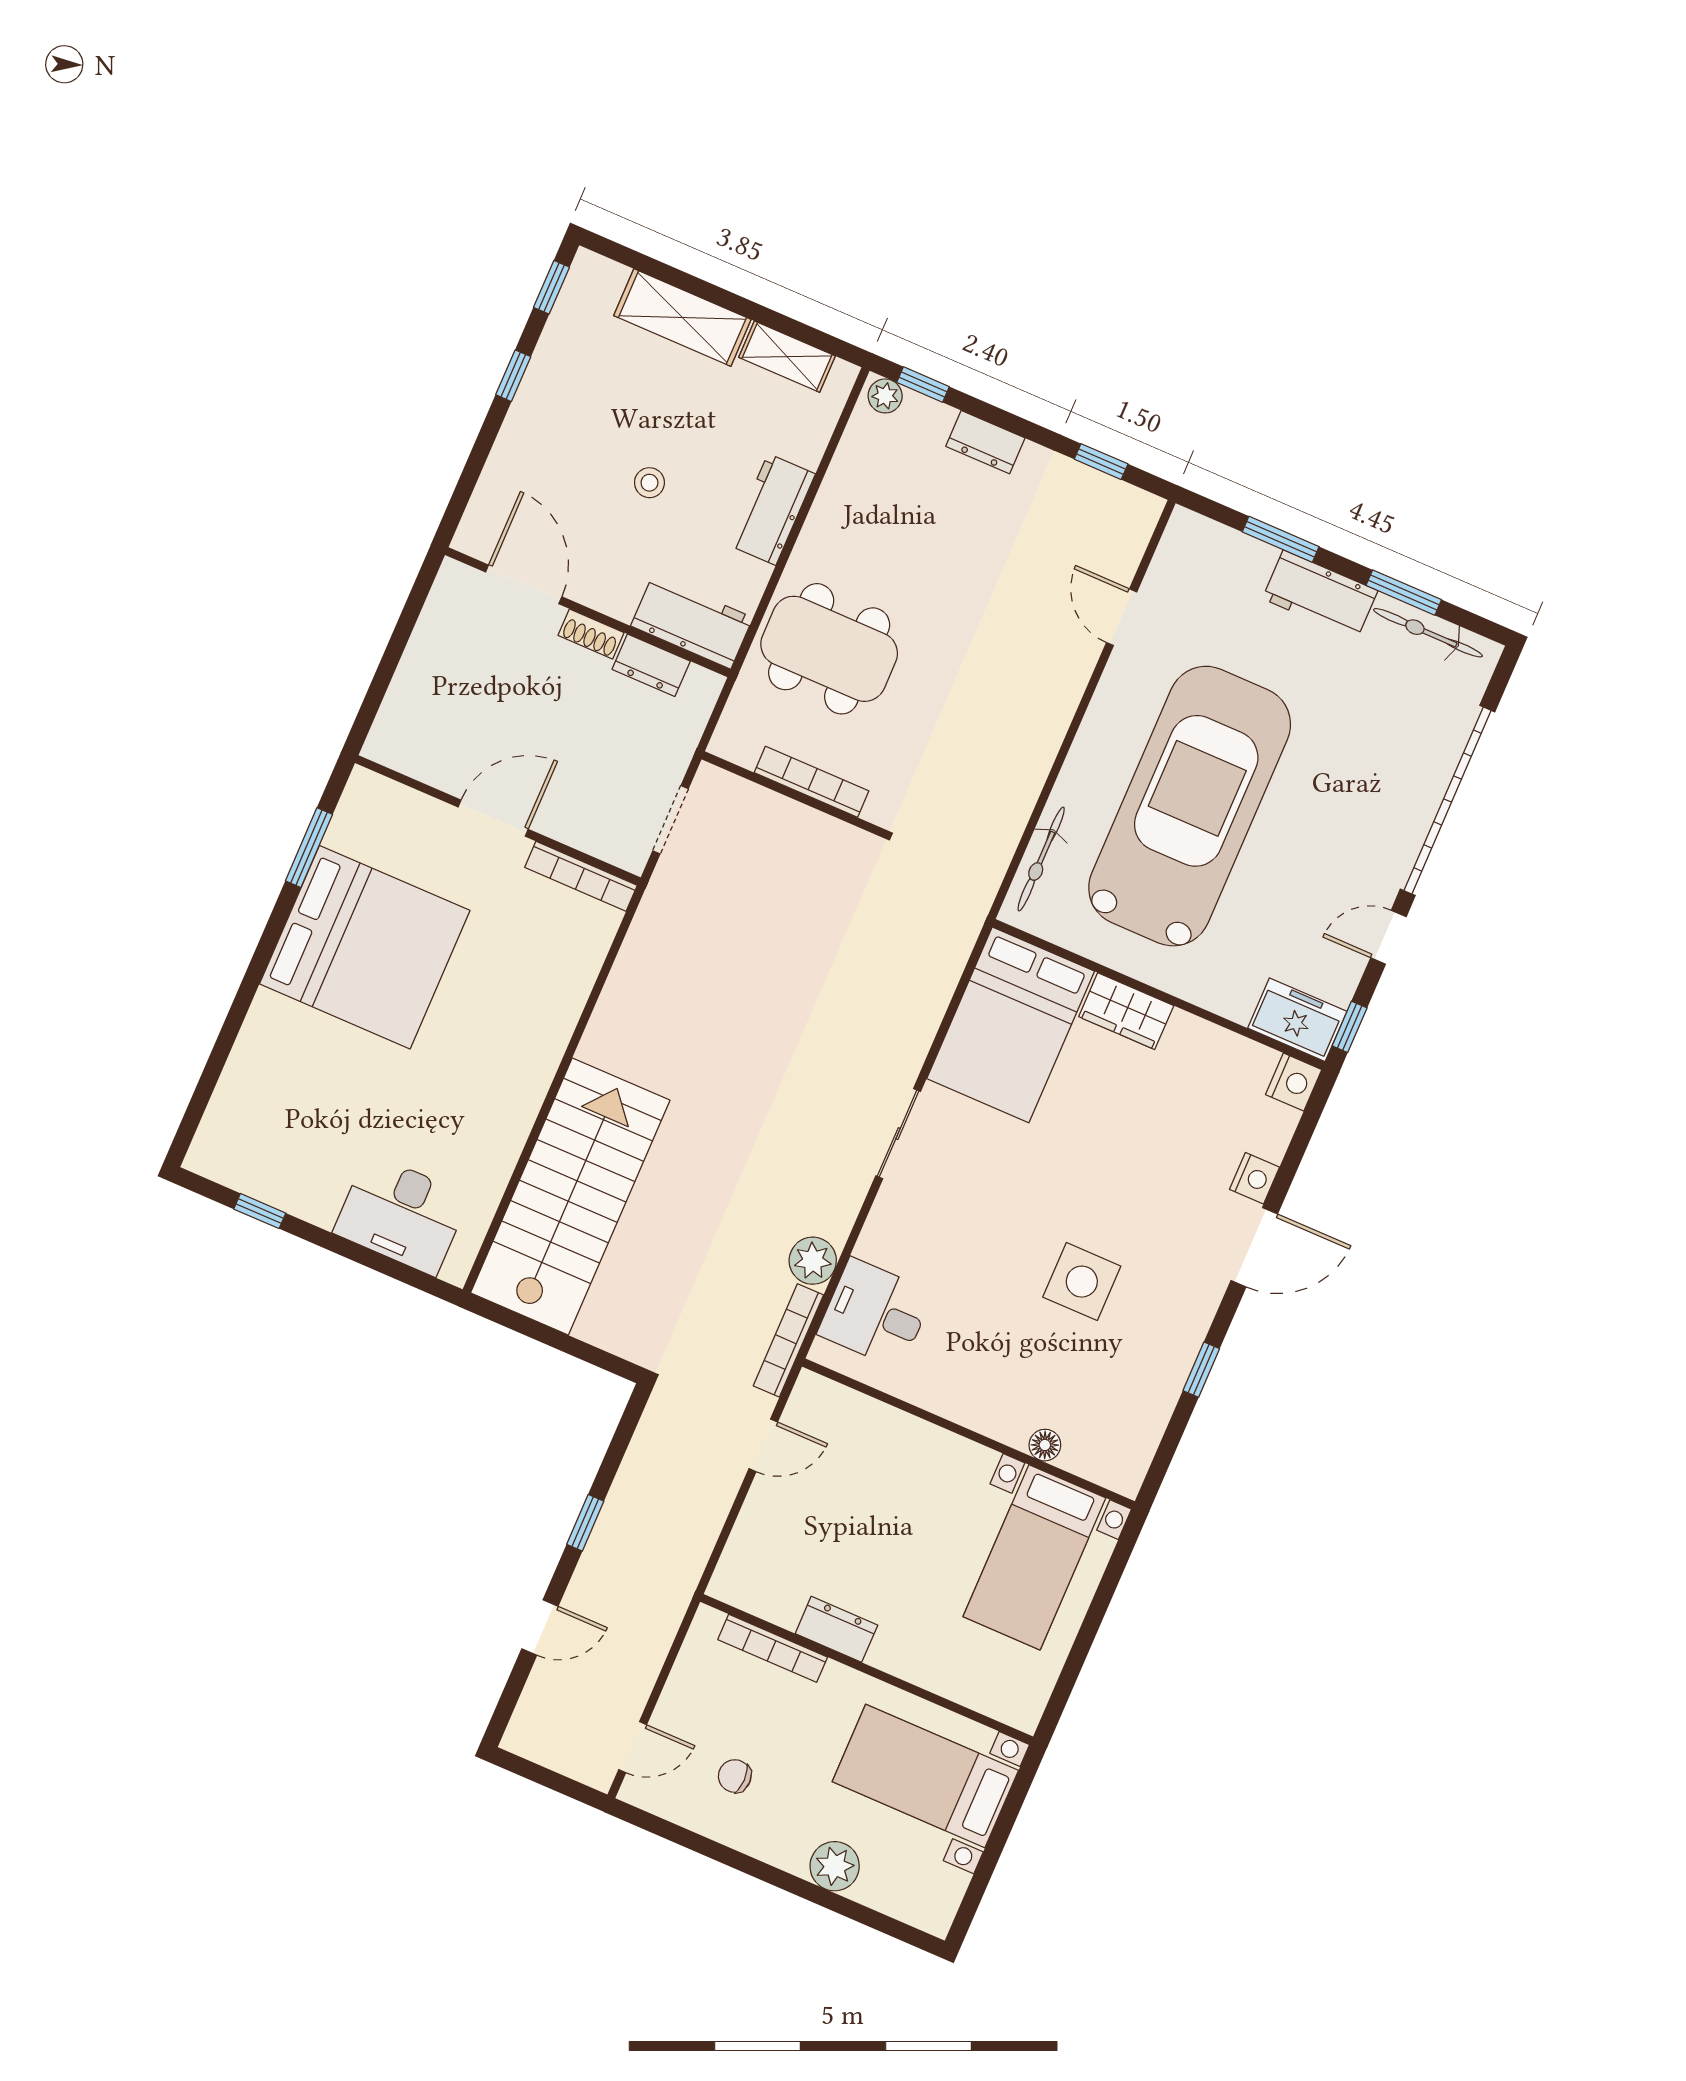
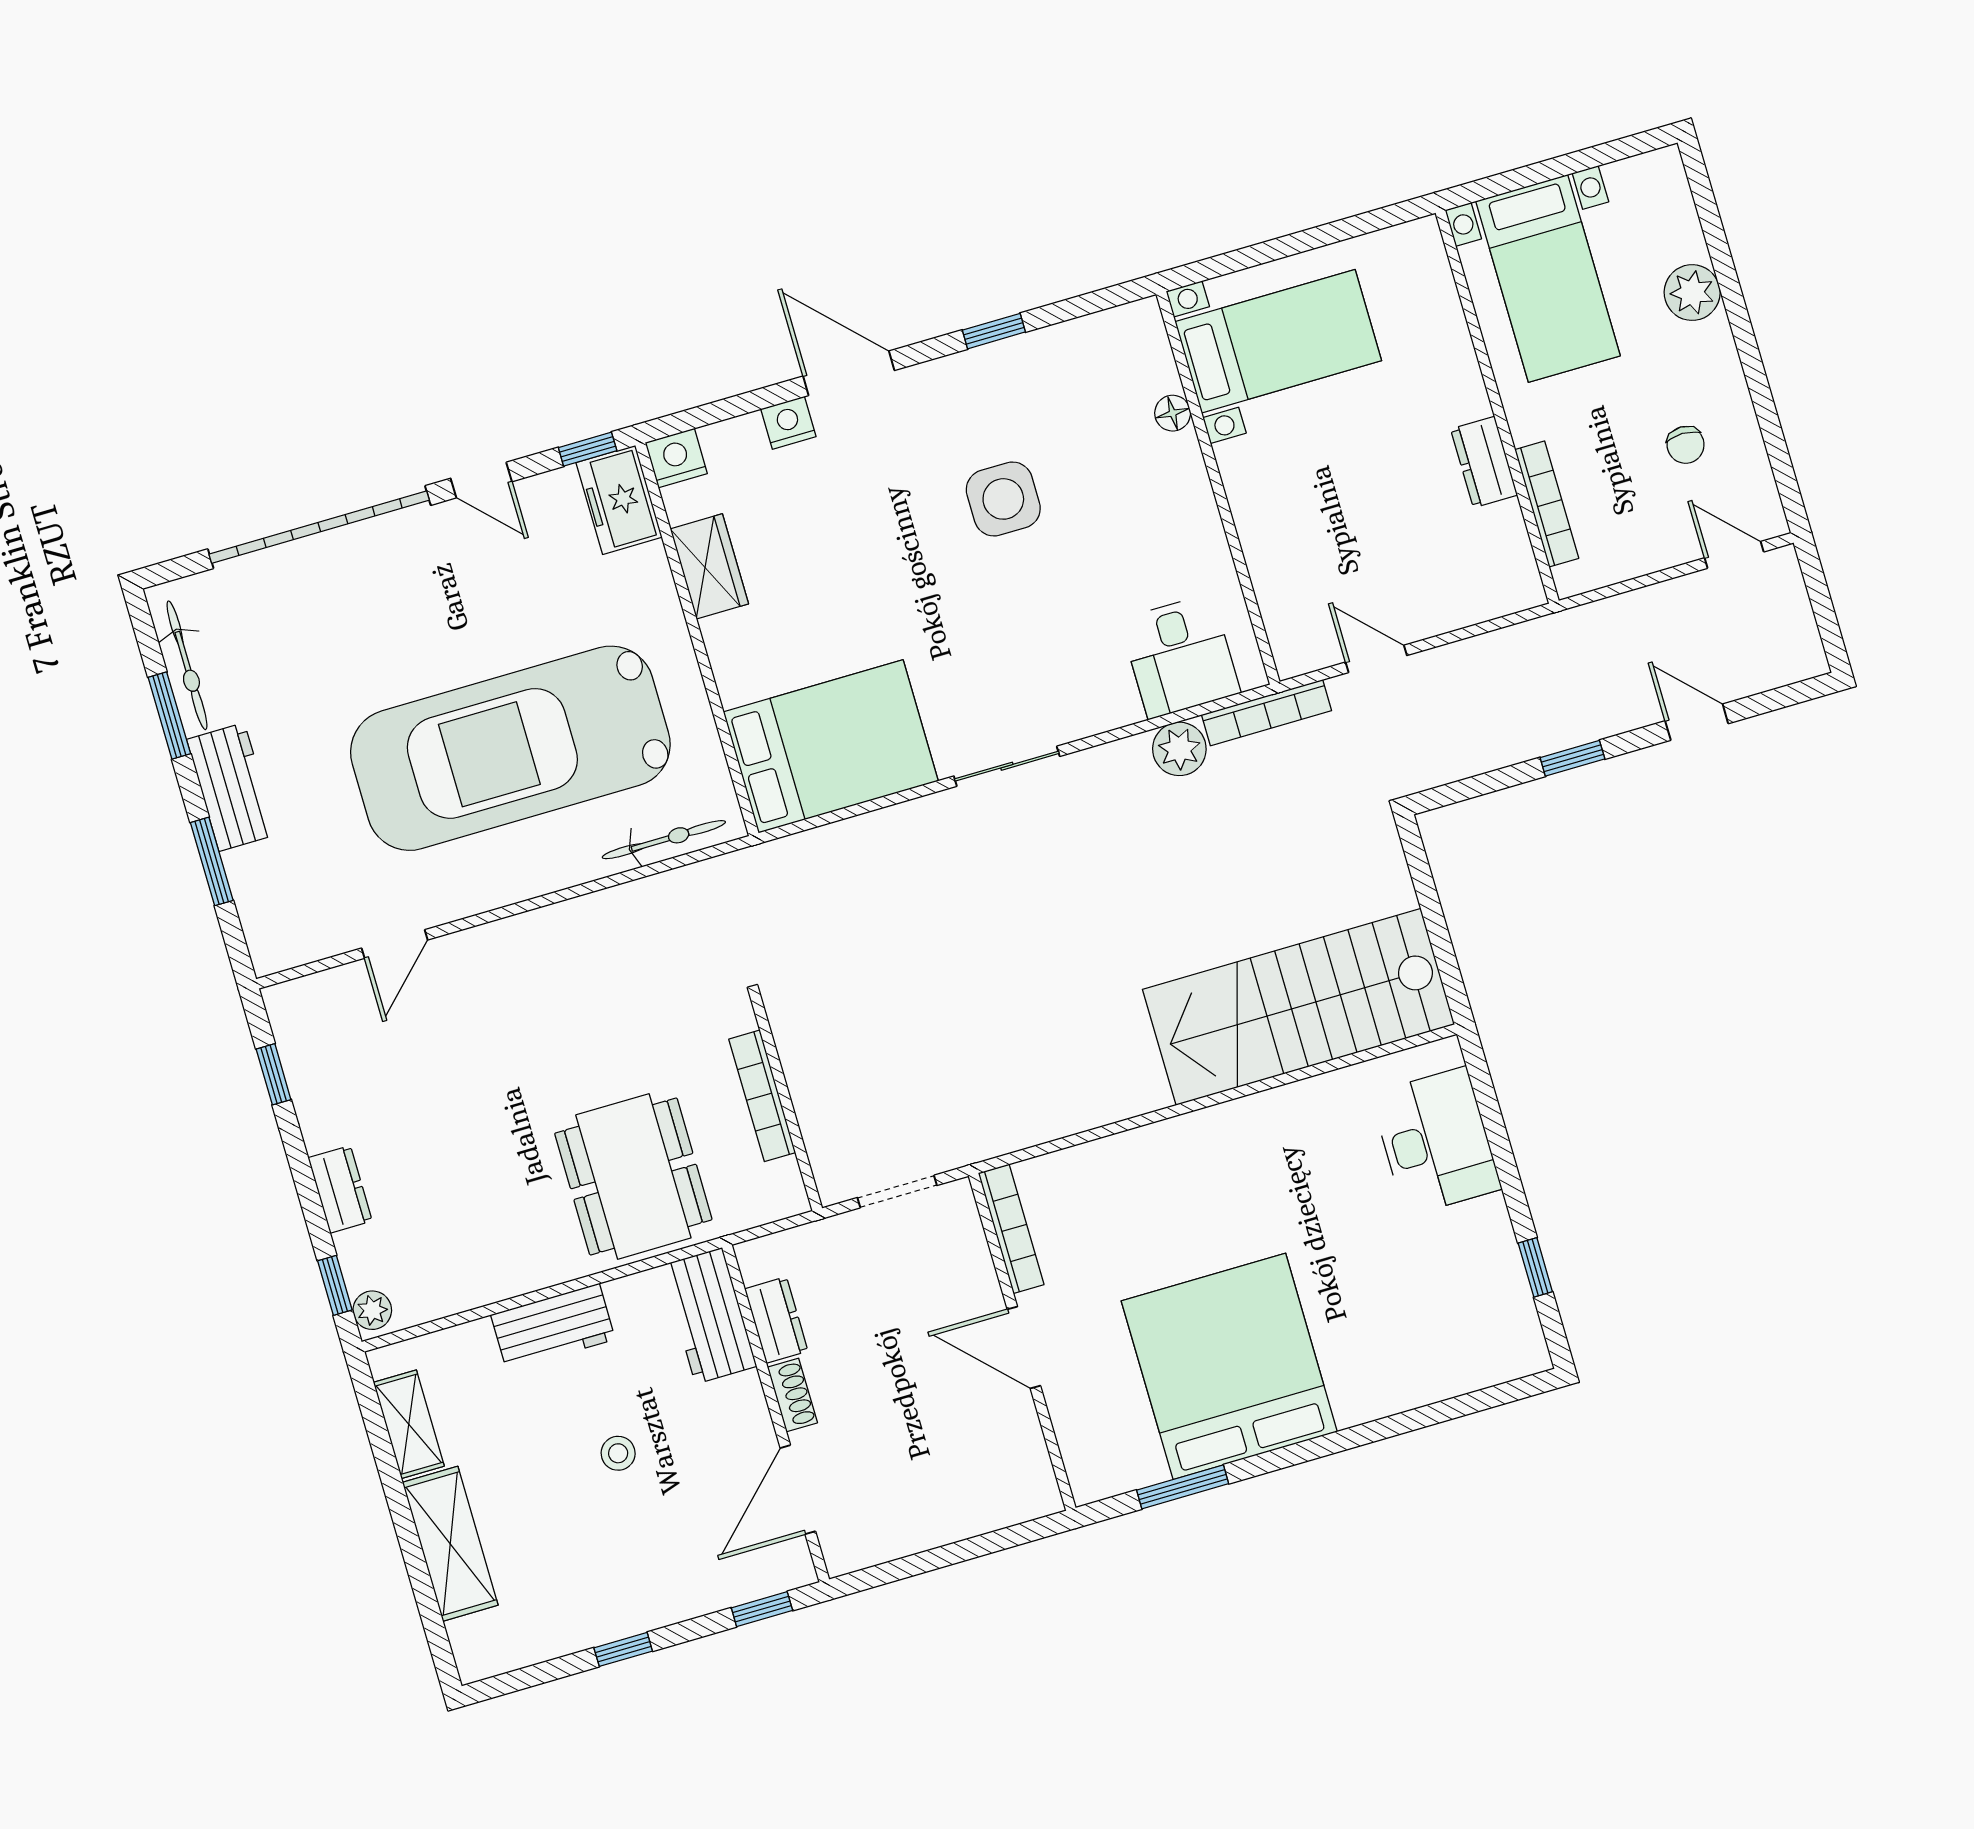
window: (552, 287) -> (762, 1609), moved
wardrobe: (1126, 1011) -> (709, 566), moved

